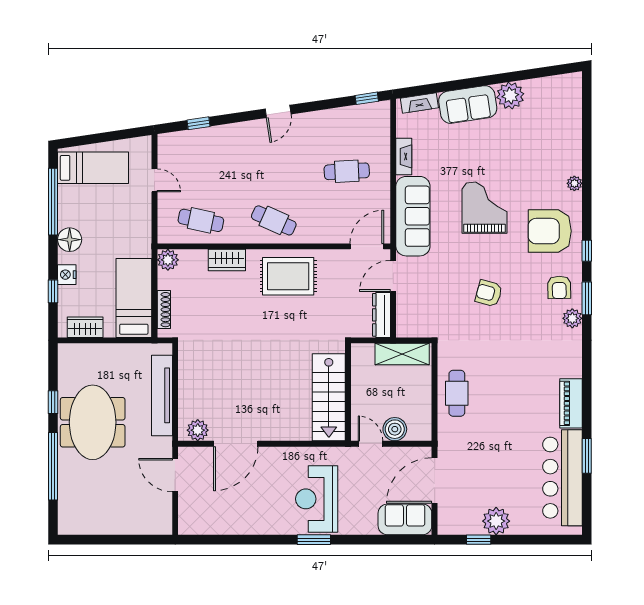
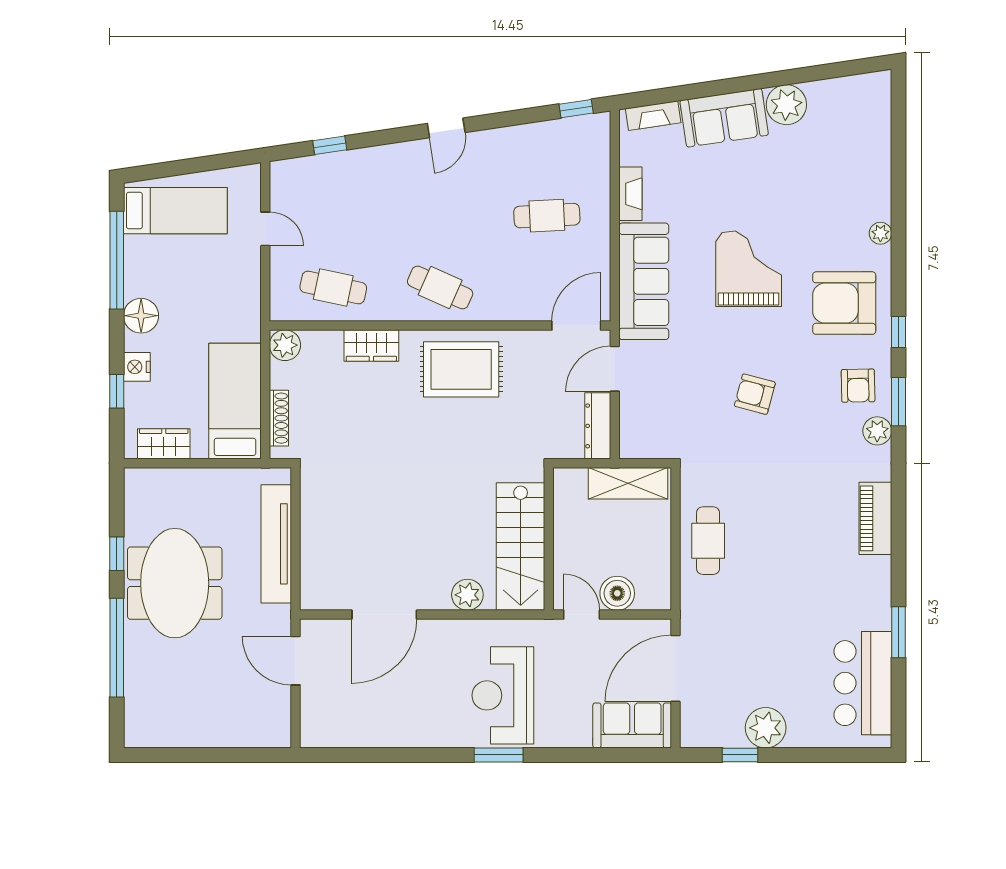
piano: (571, 403) -> (875, 518), moved
plant: (198, 430) -> (467, 595), moved
bar counter: (562, 478) -> (863, 683), width x0.73

